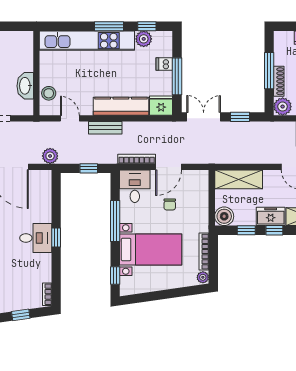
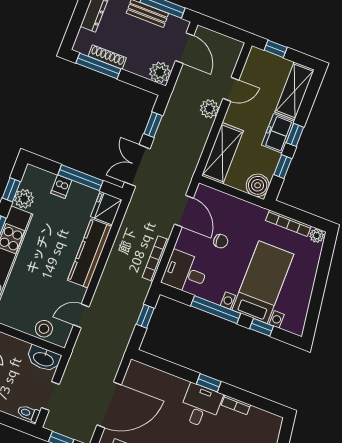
window: (269, 71) -> (98, 66), moved
shoe rack: (279, 81) -> (107, 57), moved
washbasin: (25, 86) -> (44, 359), moved
bench: (105, 128) -> (107, 280), removed
plant: (50, 156) -> (209, 109), moved
door: (168, 167) -> (184, 211), moved
window: (115, 275) -> (262, 327), moved
bookcase: (47, 294) -> (236, 405), moved

